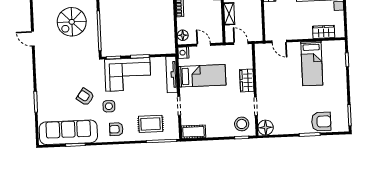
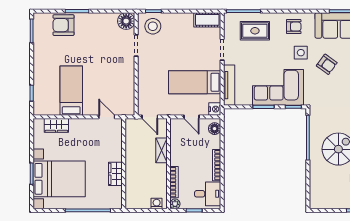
wardrobe: (247, 80) -> (145, 75), removed

